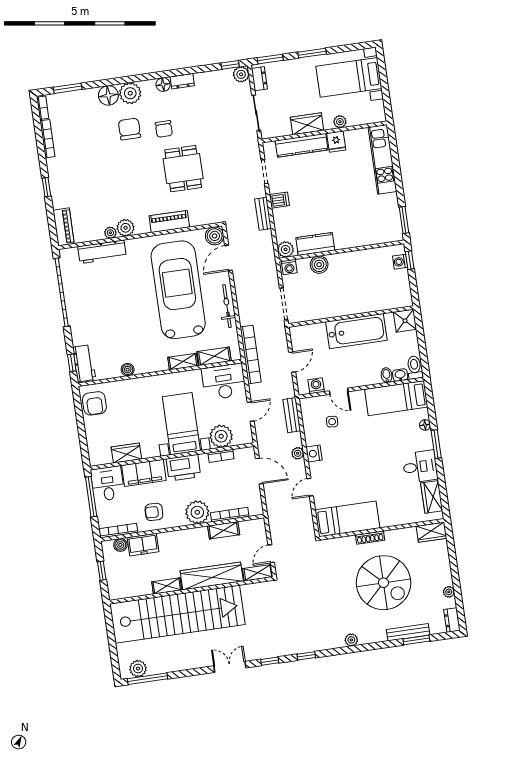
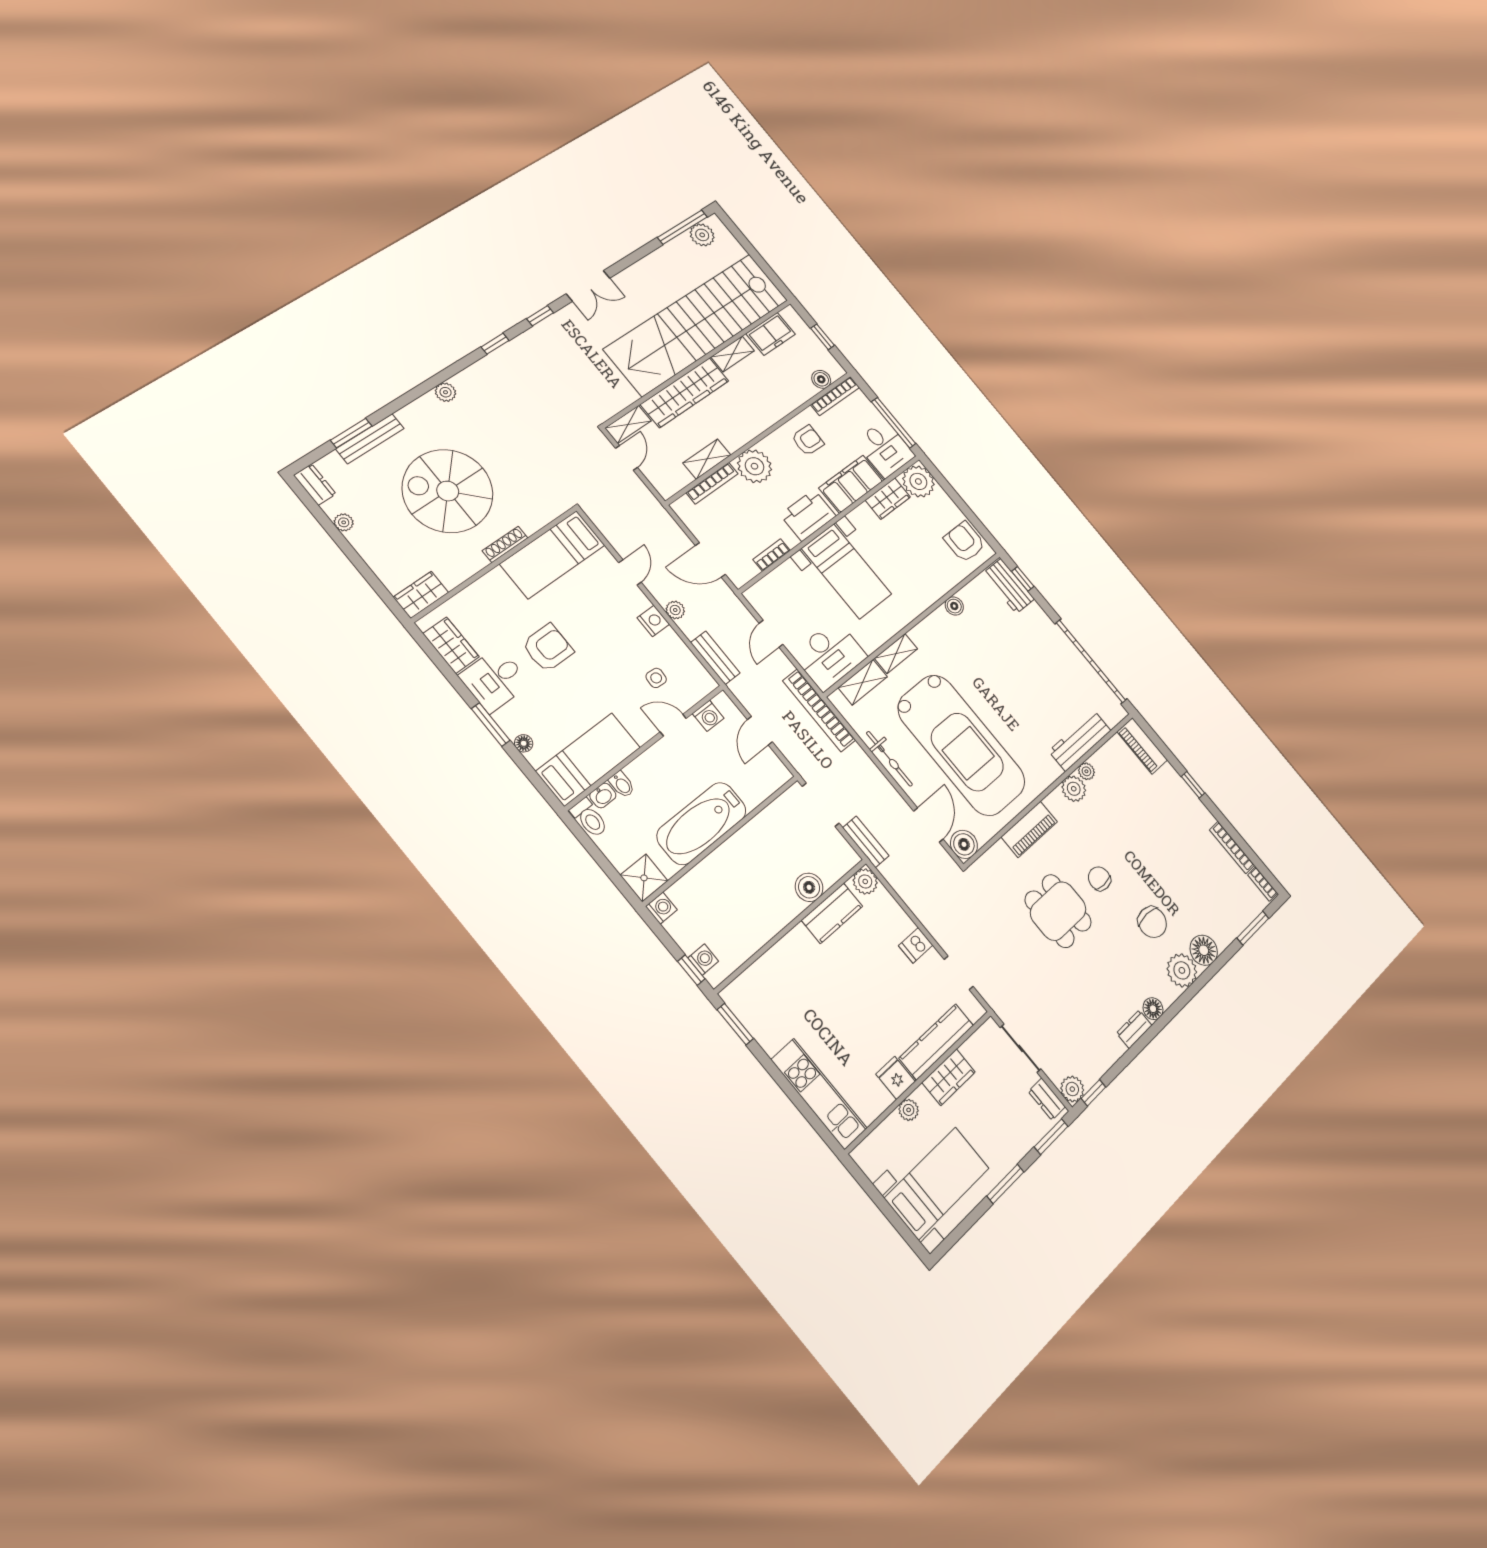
chair: (164, 129) -> (1099, 879), moved
bench: (263, 214) -> (866, 842), moved
washing machine: (289, 267) -> (661, 908), moved, turned 90
plant: (221, 436) -> (918, 481), moved
armchair: (381, 469) -> (548, 648), added
freezer: (143, 545) -> (771, 334), moved, turned 180

